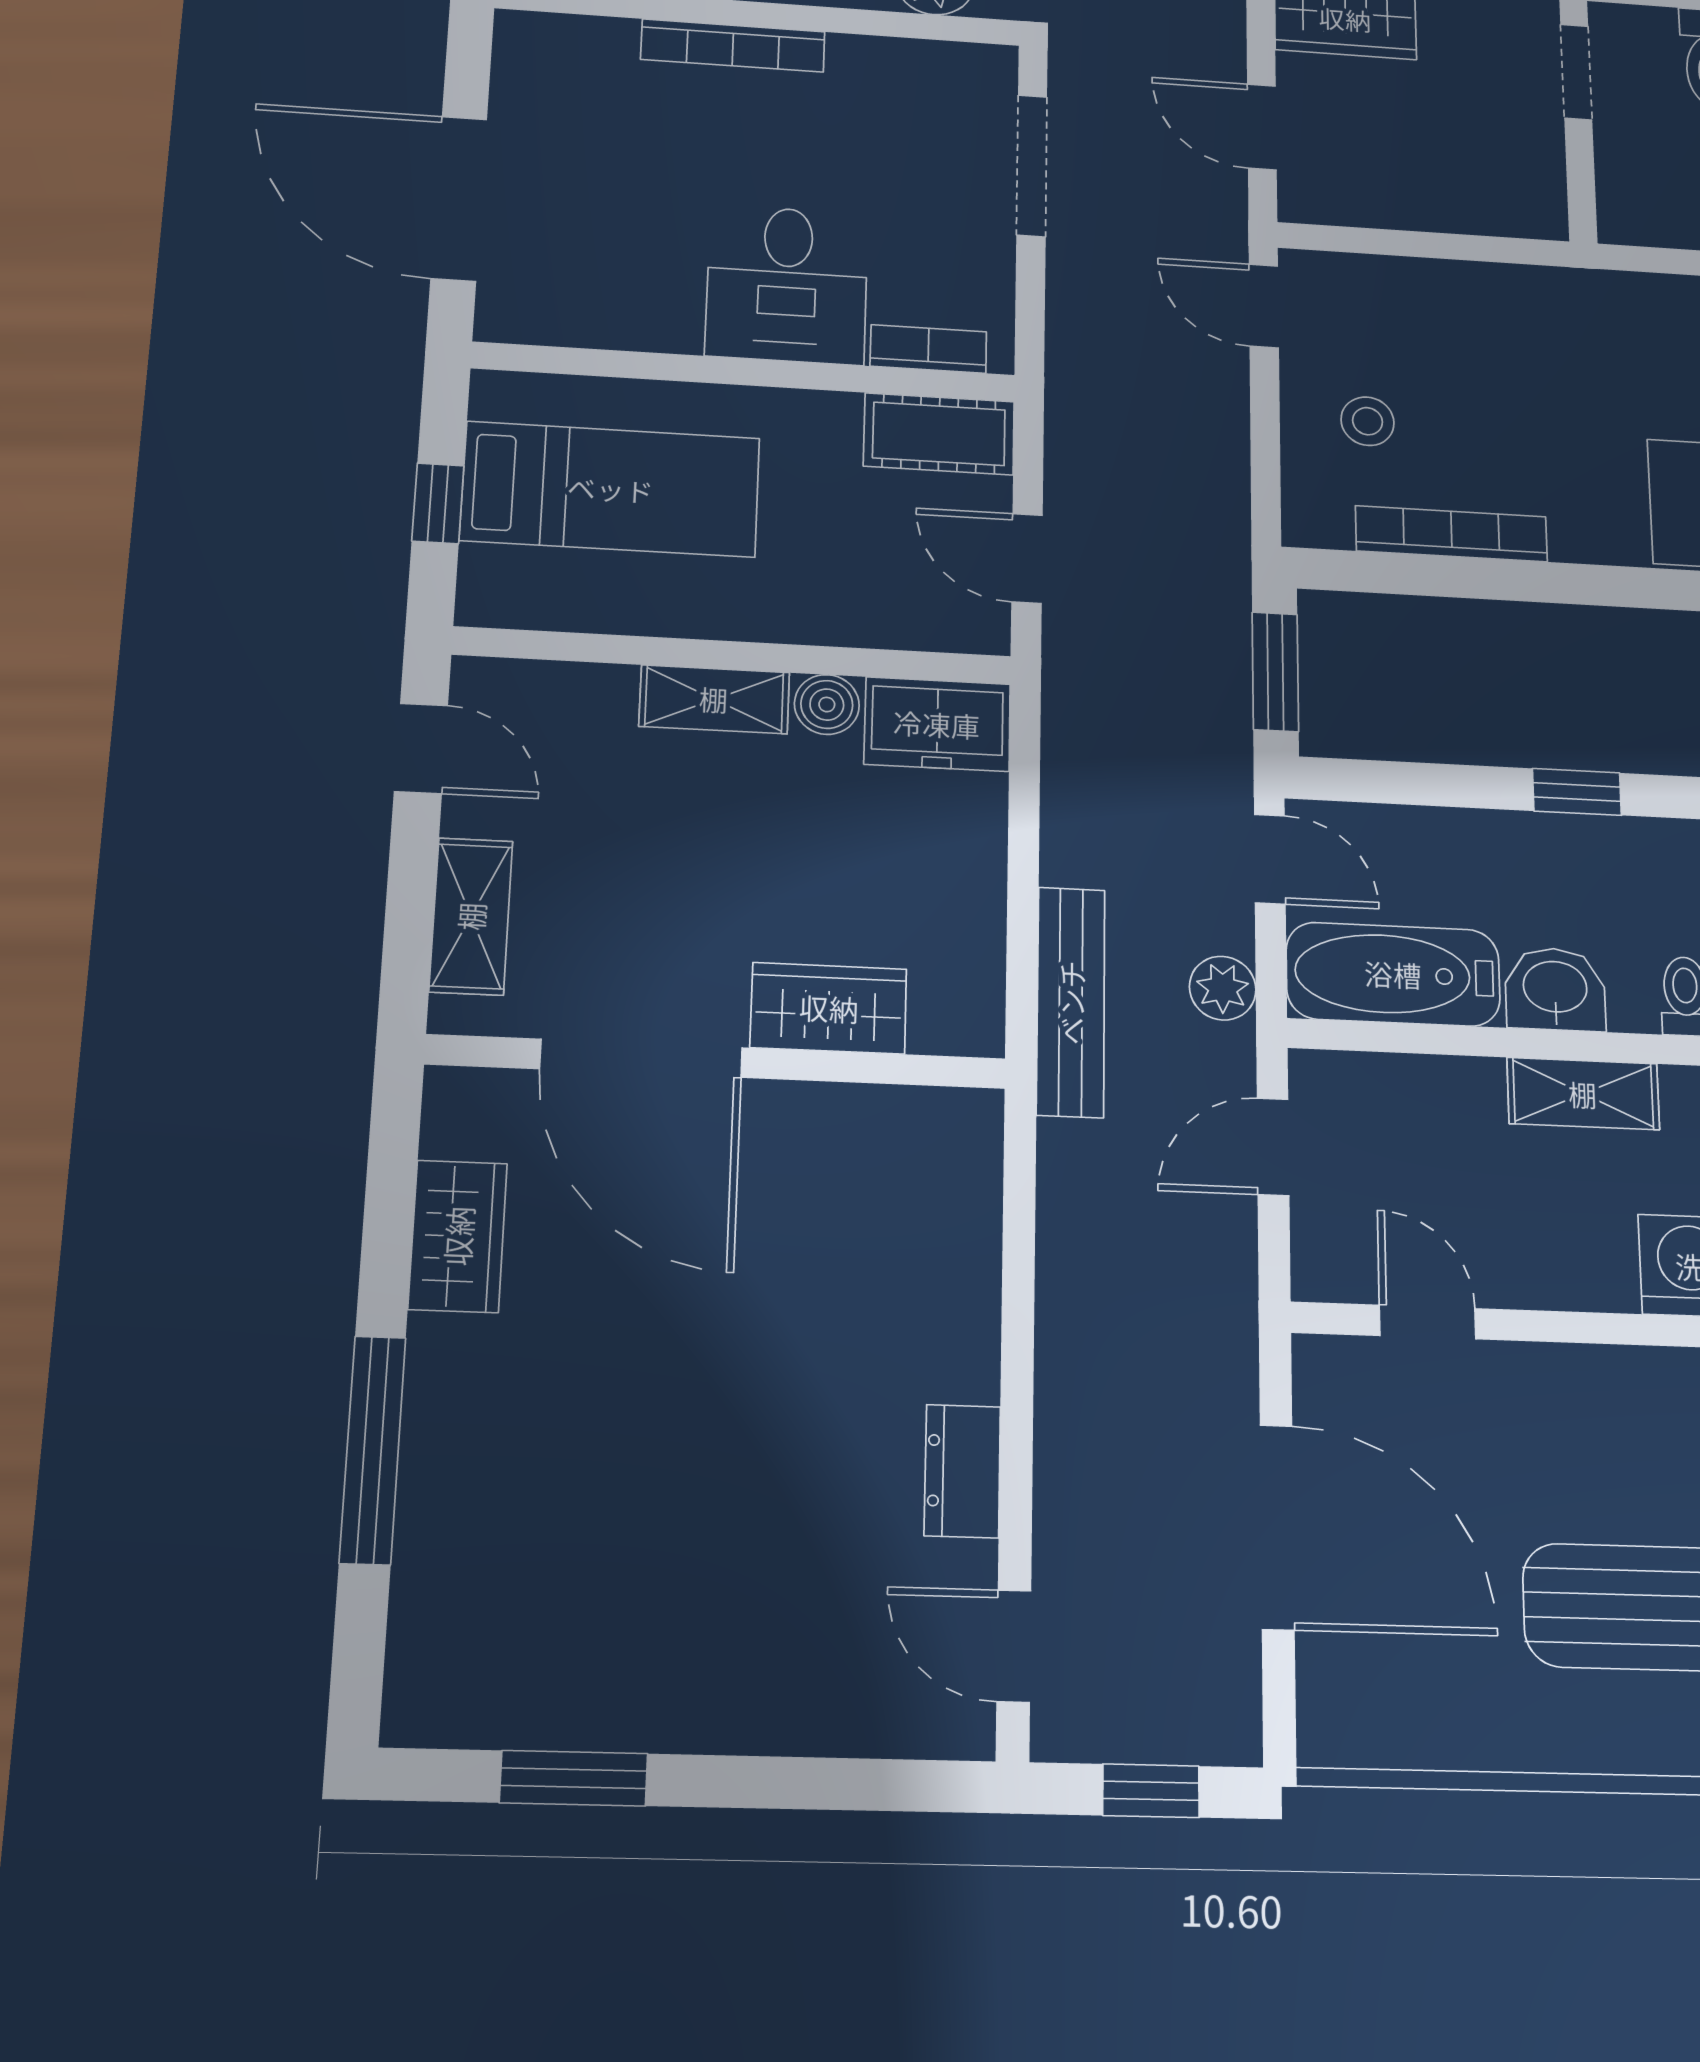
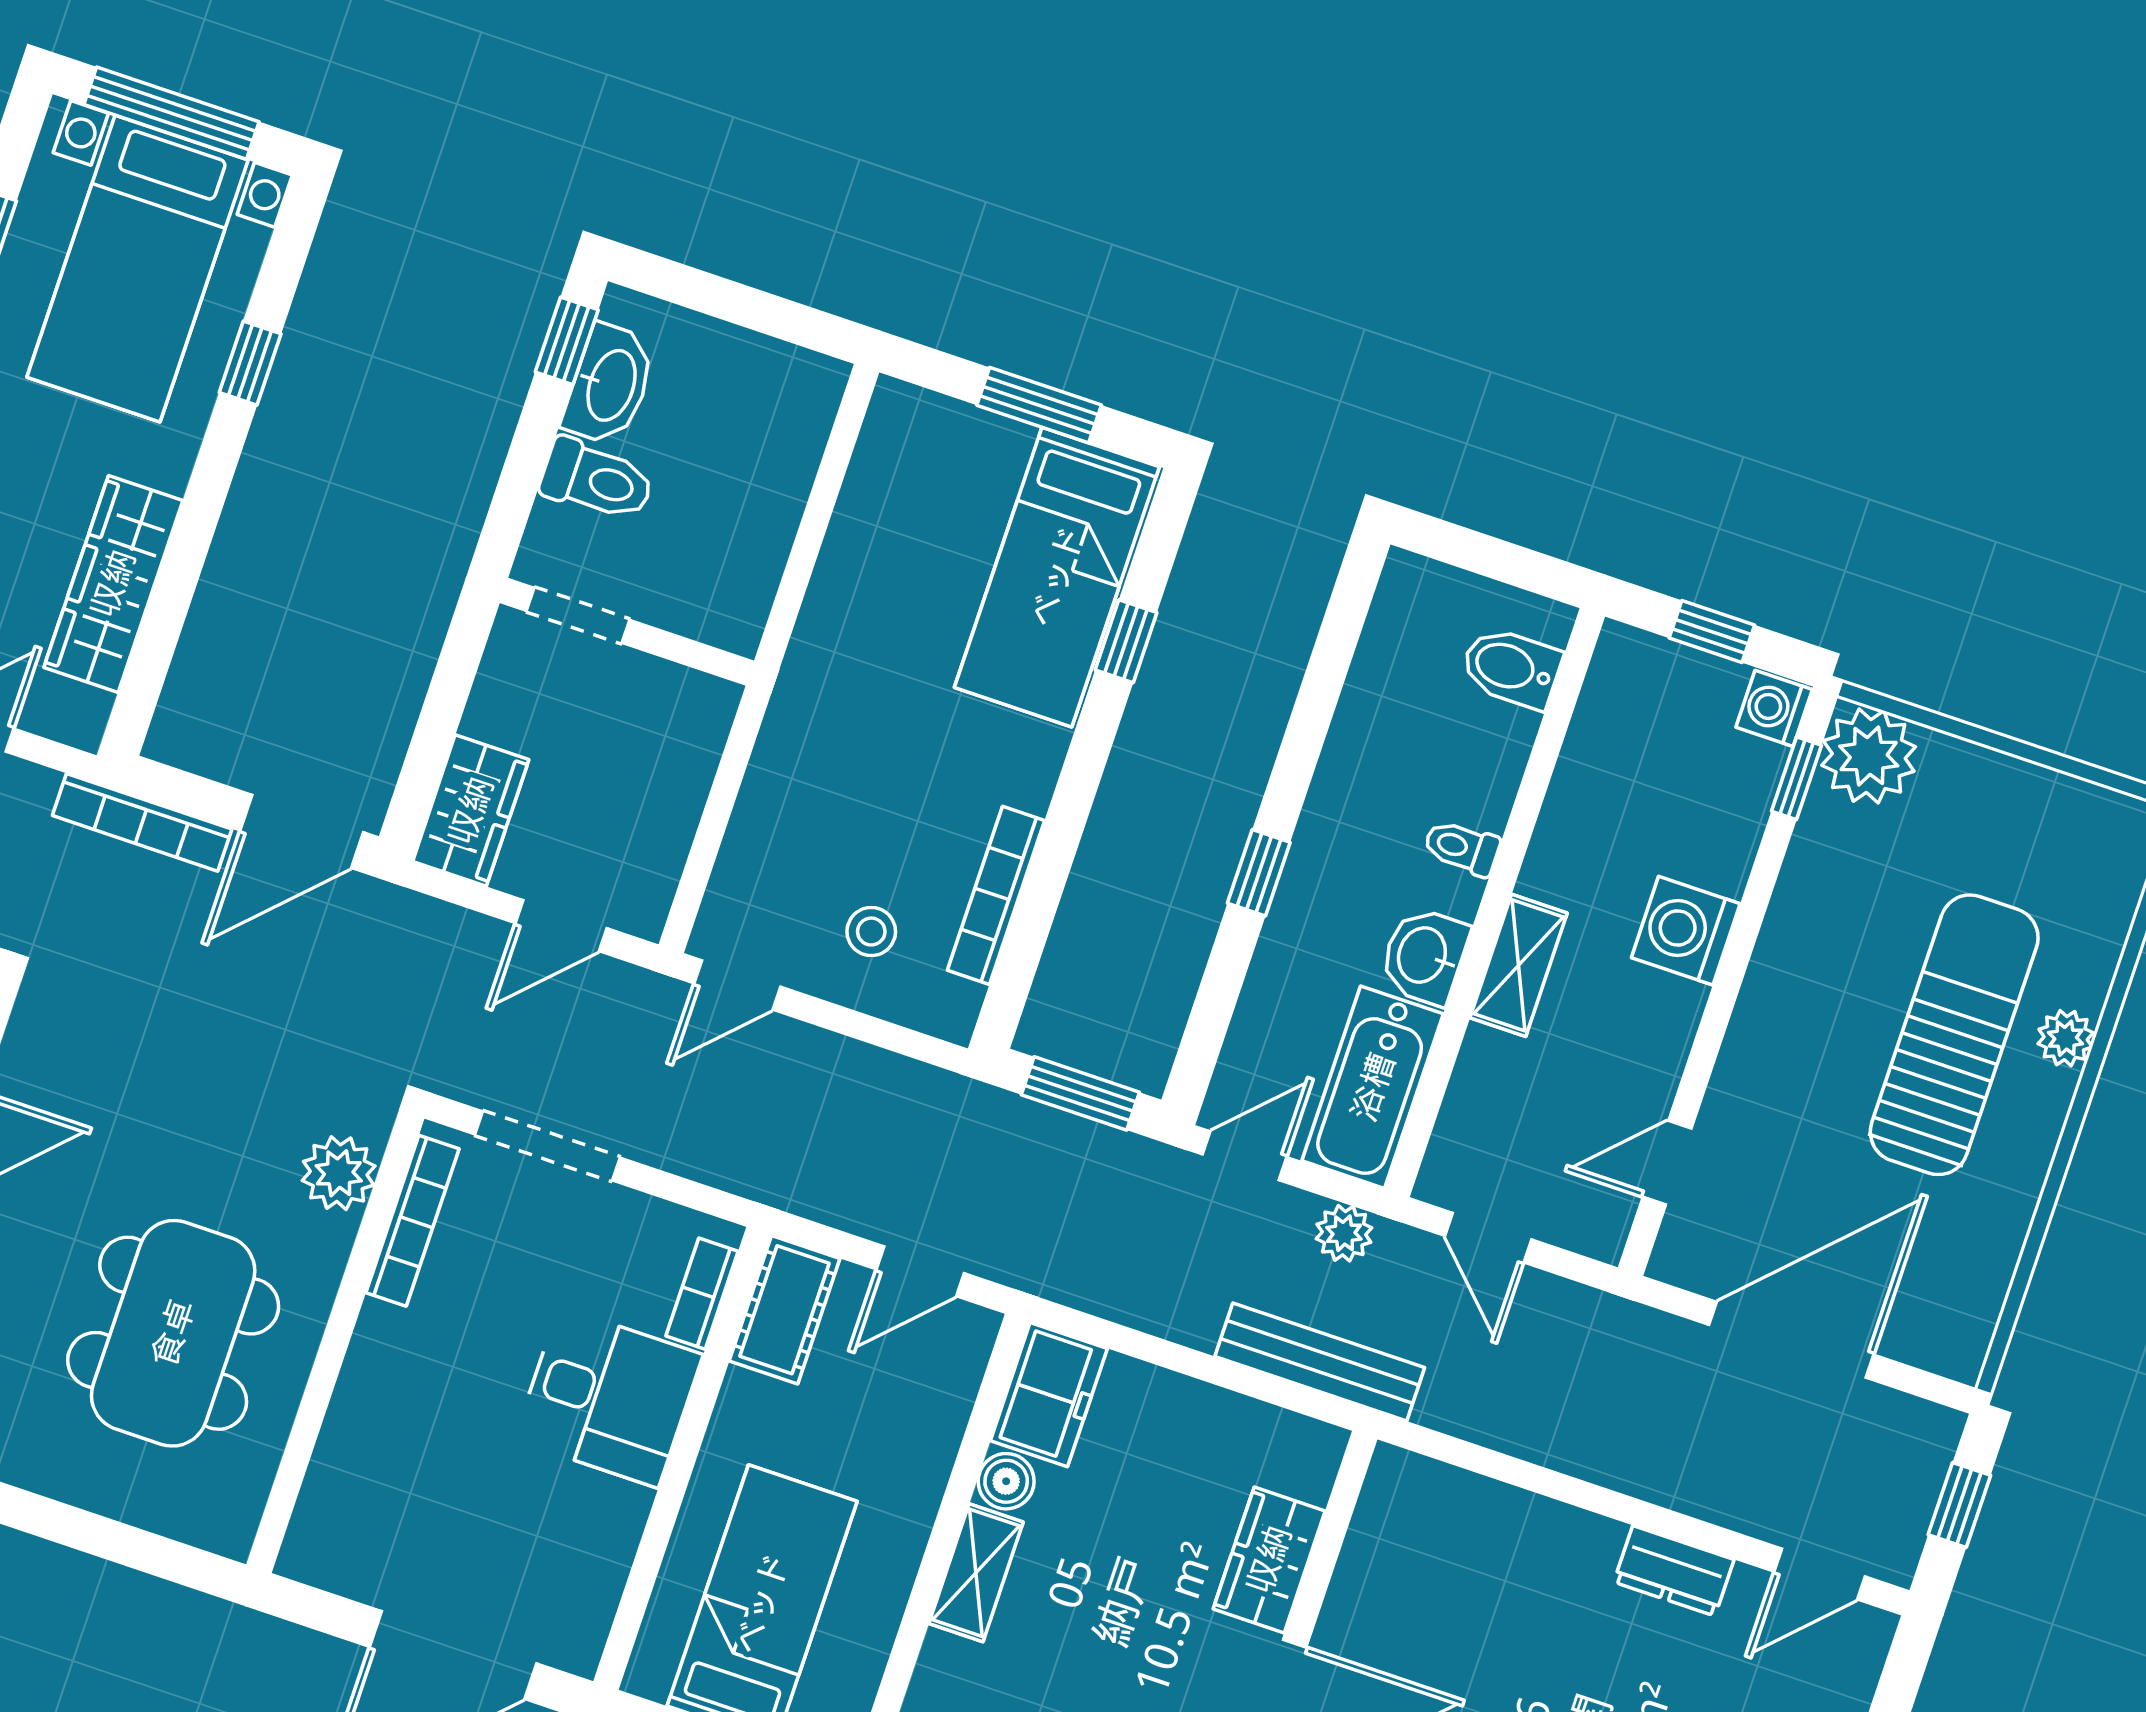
bookcase: (733, 46) -> (413, 1221), moved

